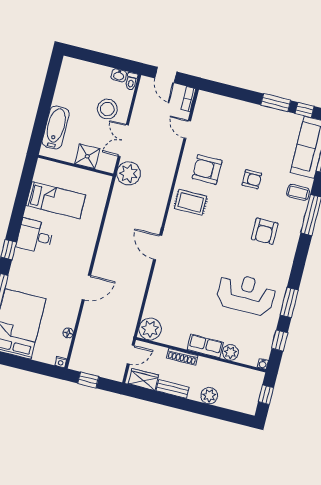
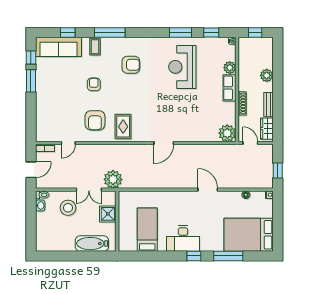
desk: (35, 236) -> (183, 238), width x1.37

